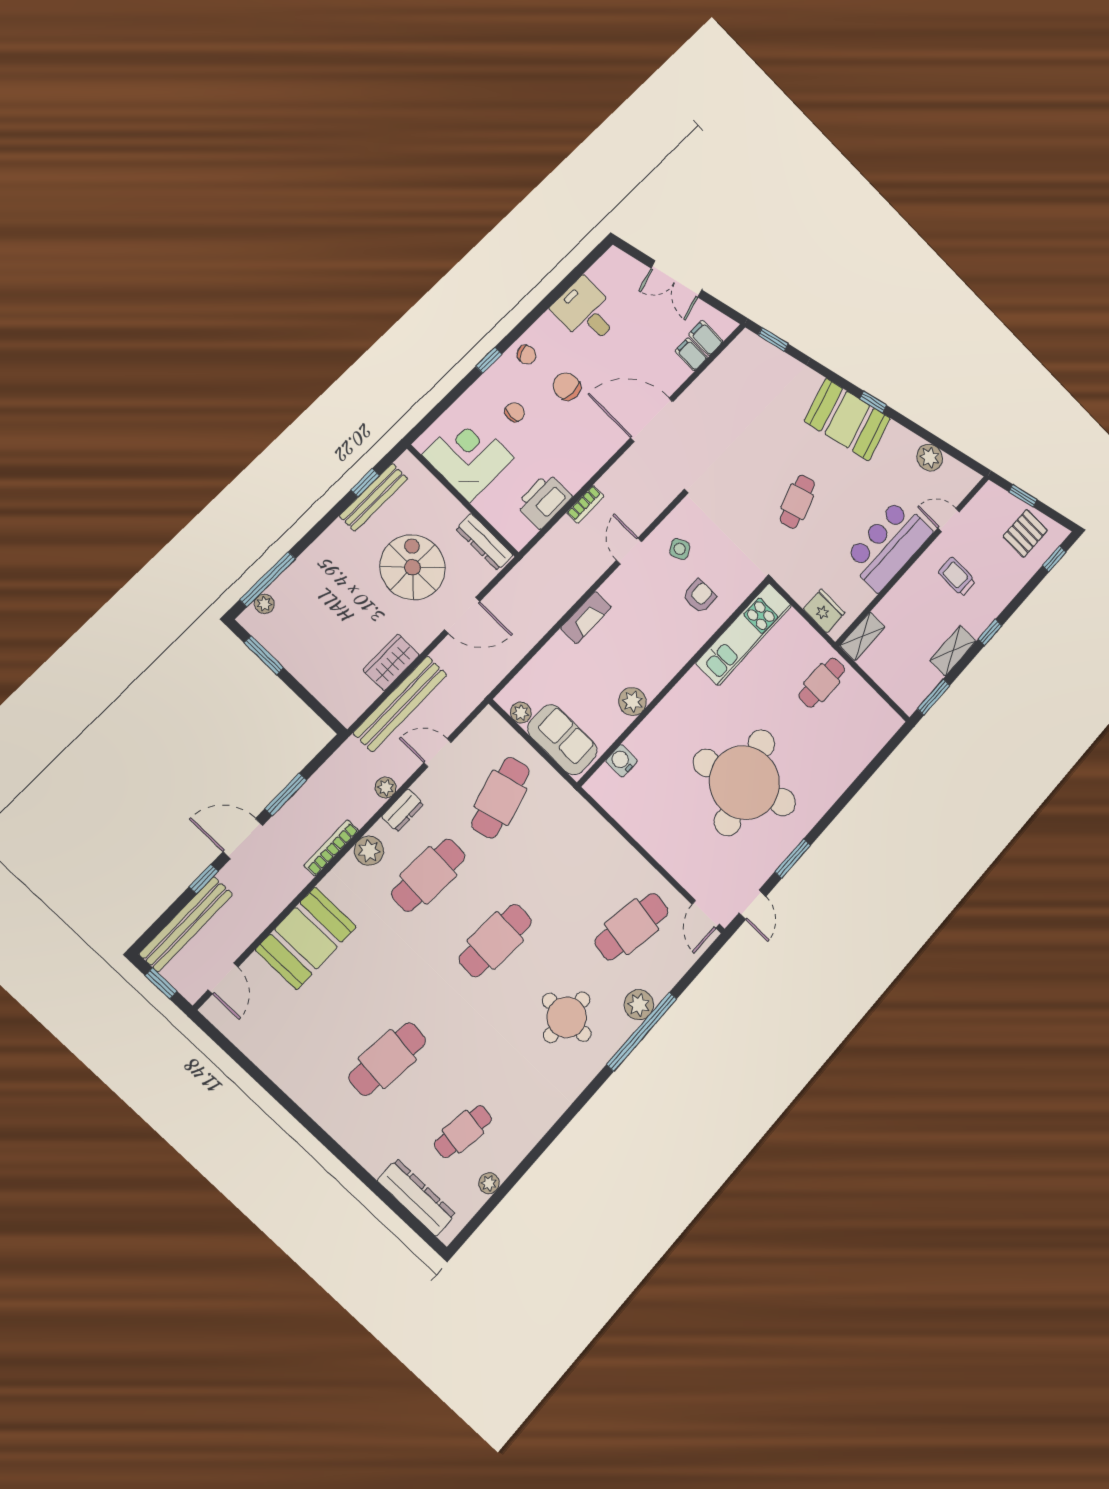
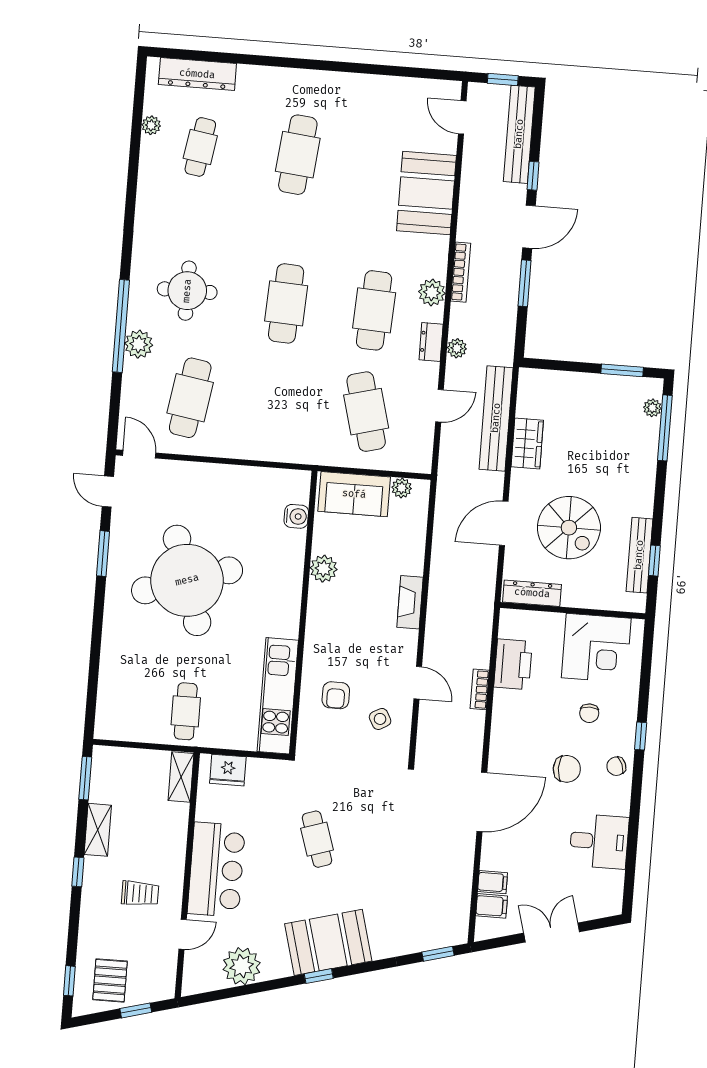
plant: (930, 458) -> (242, 966), width x1.36, depth x1.36

